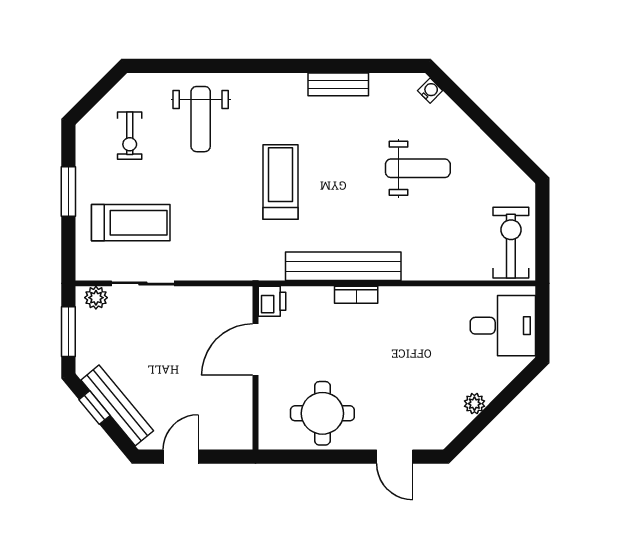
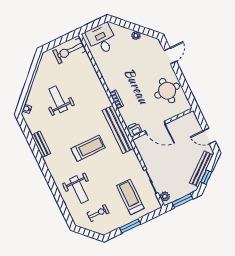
weight bench: (201, 119) -> (79, 190), turned 90
treadmill: (280, 182) -> (88, 148), turned 180
bench: (343, 266) -> (118, 130), moved

